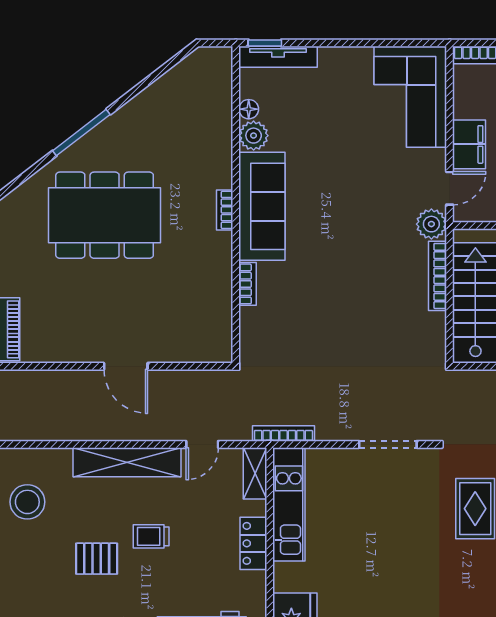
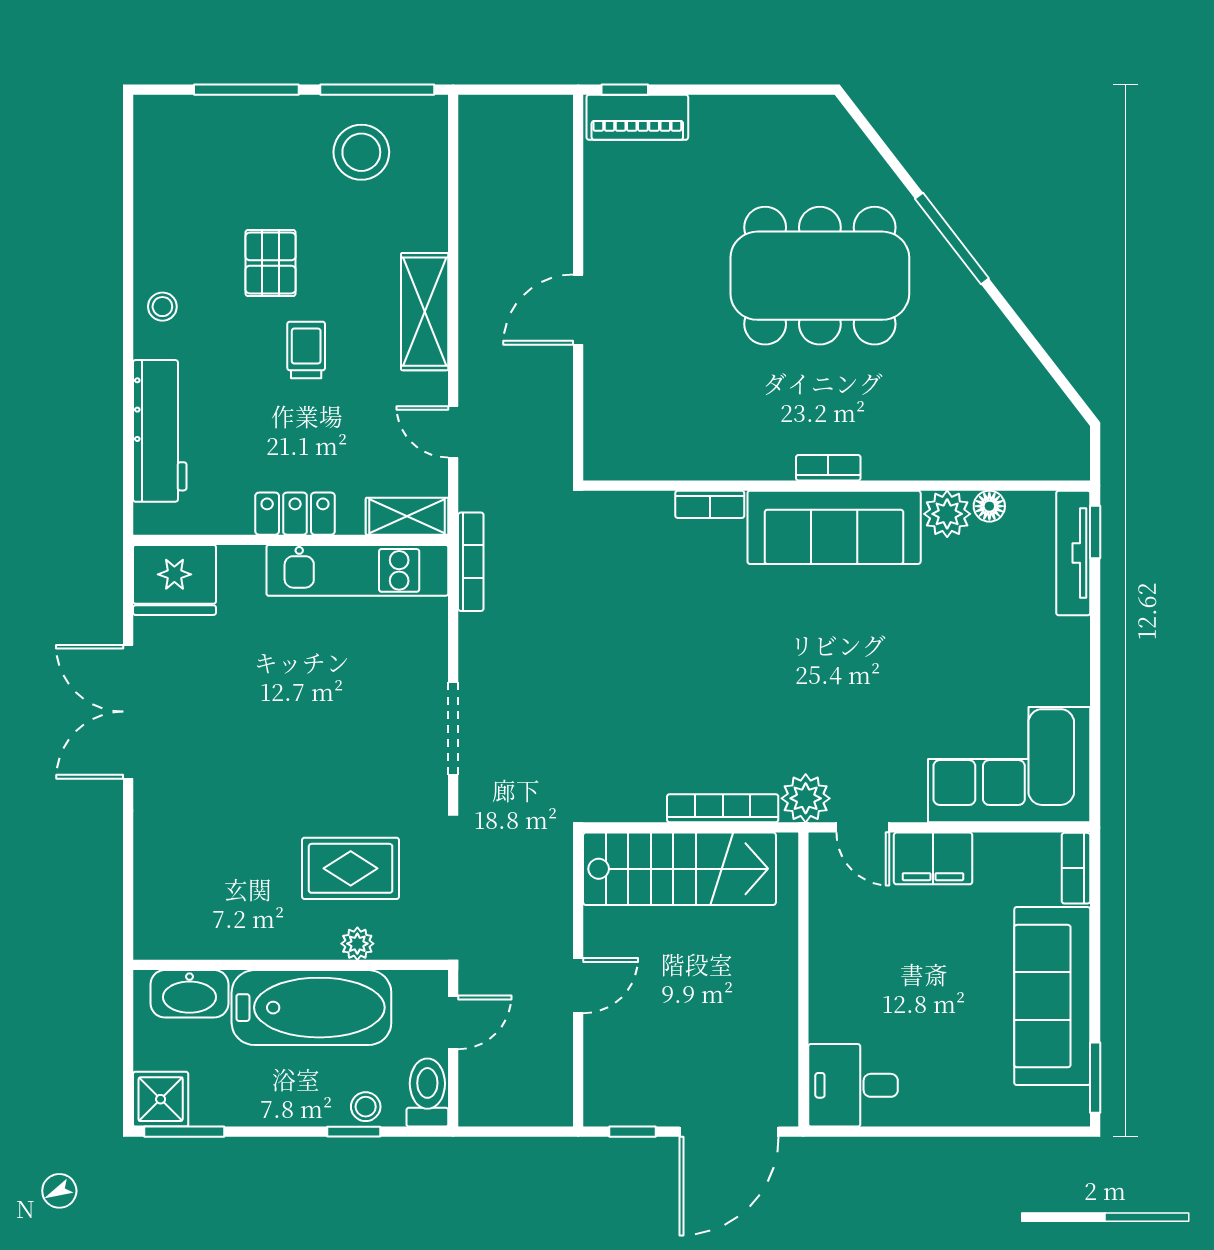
dining table: (105, 215) -> (820, 276), turned 90
shelving: (127, 462) -> (425, 312), width x0.68

